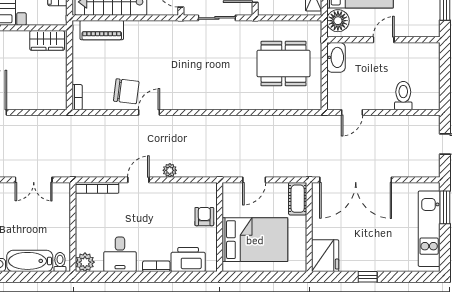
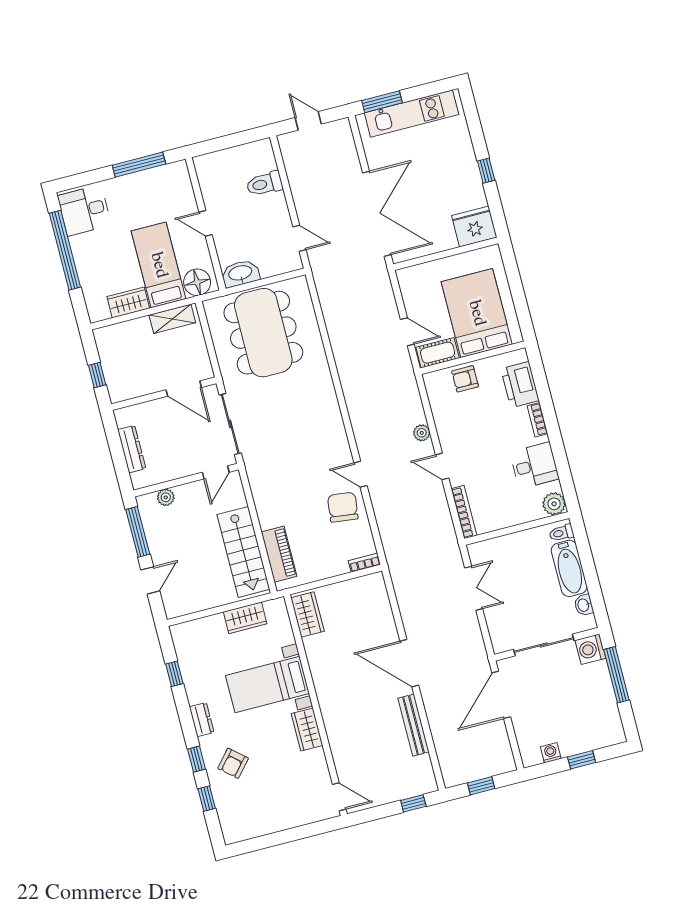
sliding door: (217, 18) -> (230, 424), width x1.37
dining table: (284, 64) -> (263, 333), width x1.36, depth x1.24
cot: (298, 199) -> (438, 353), moved

